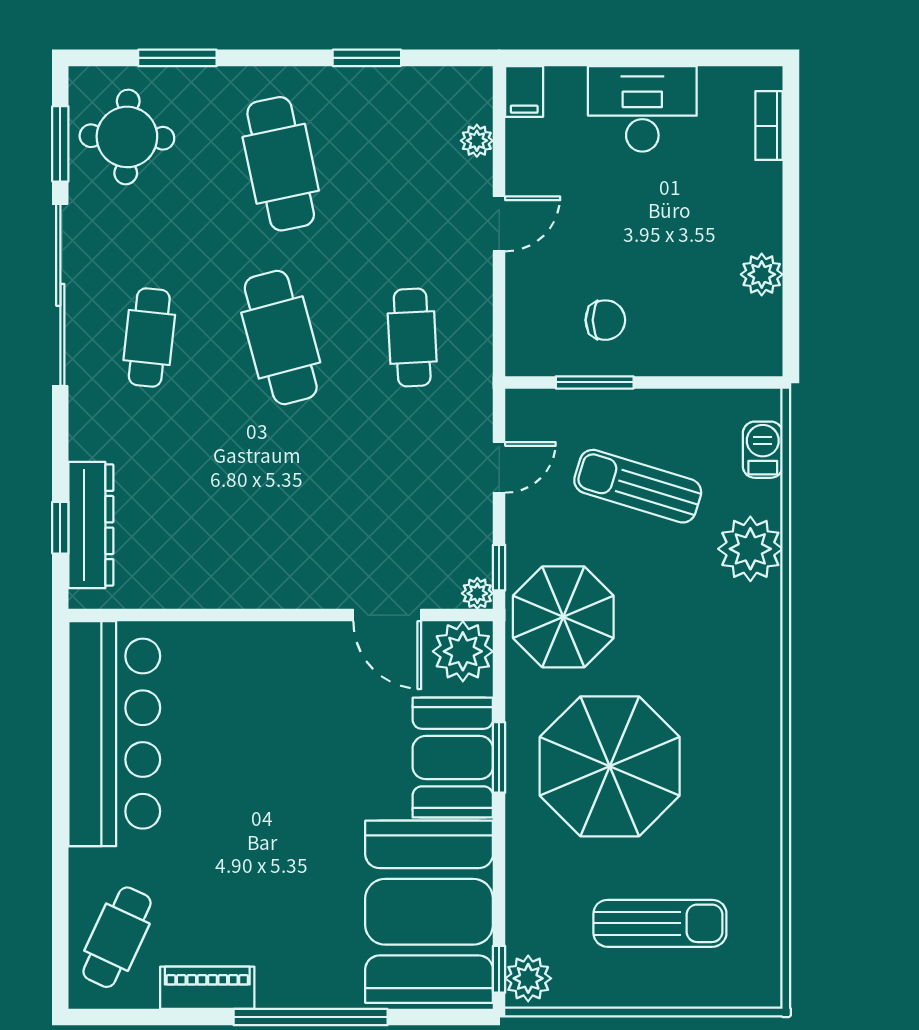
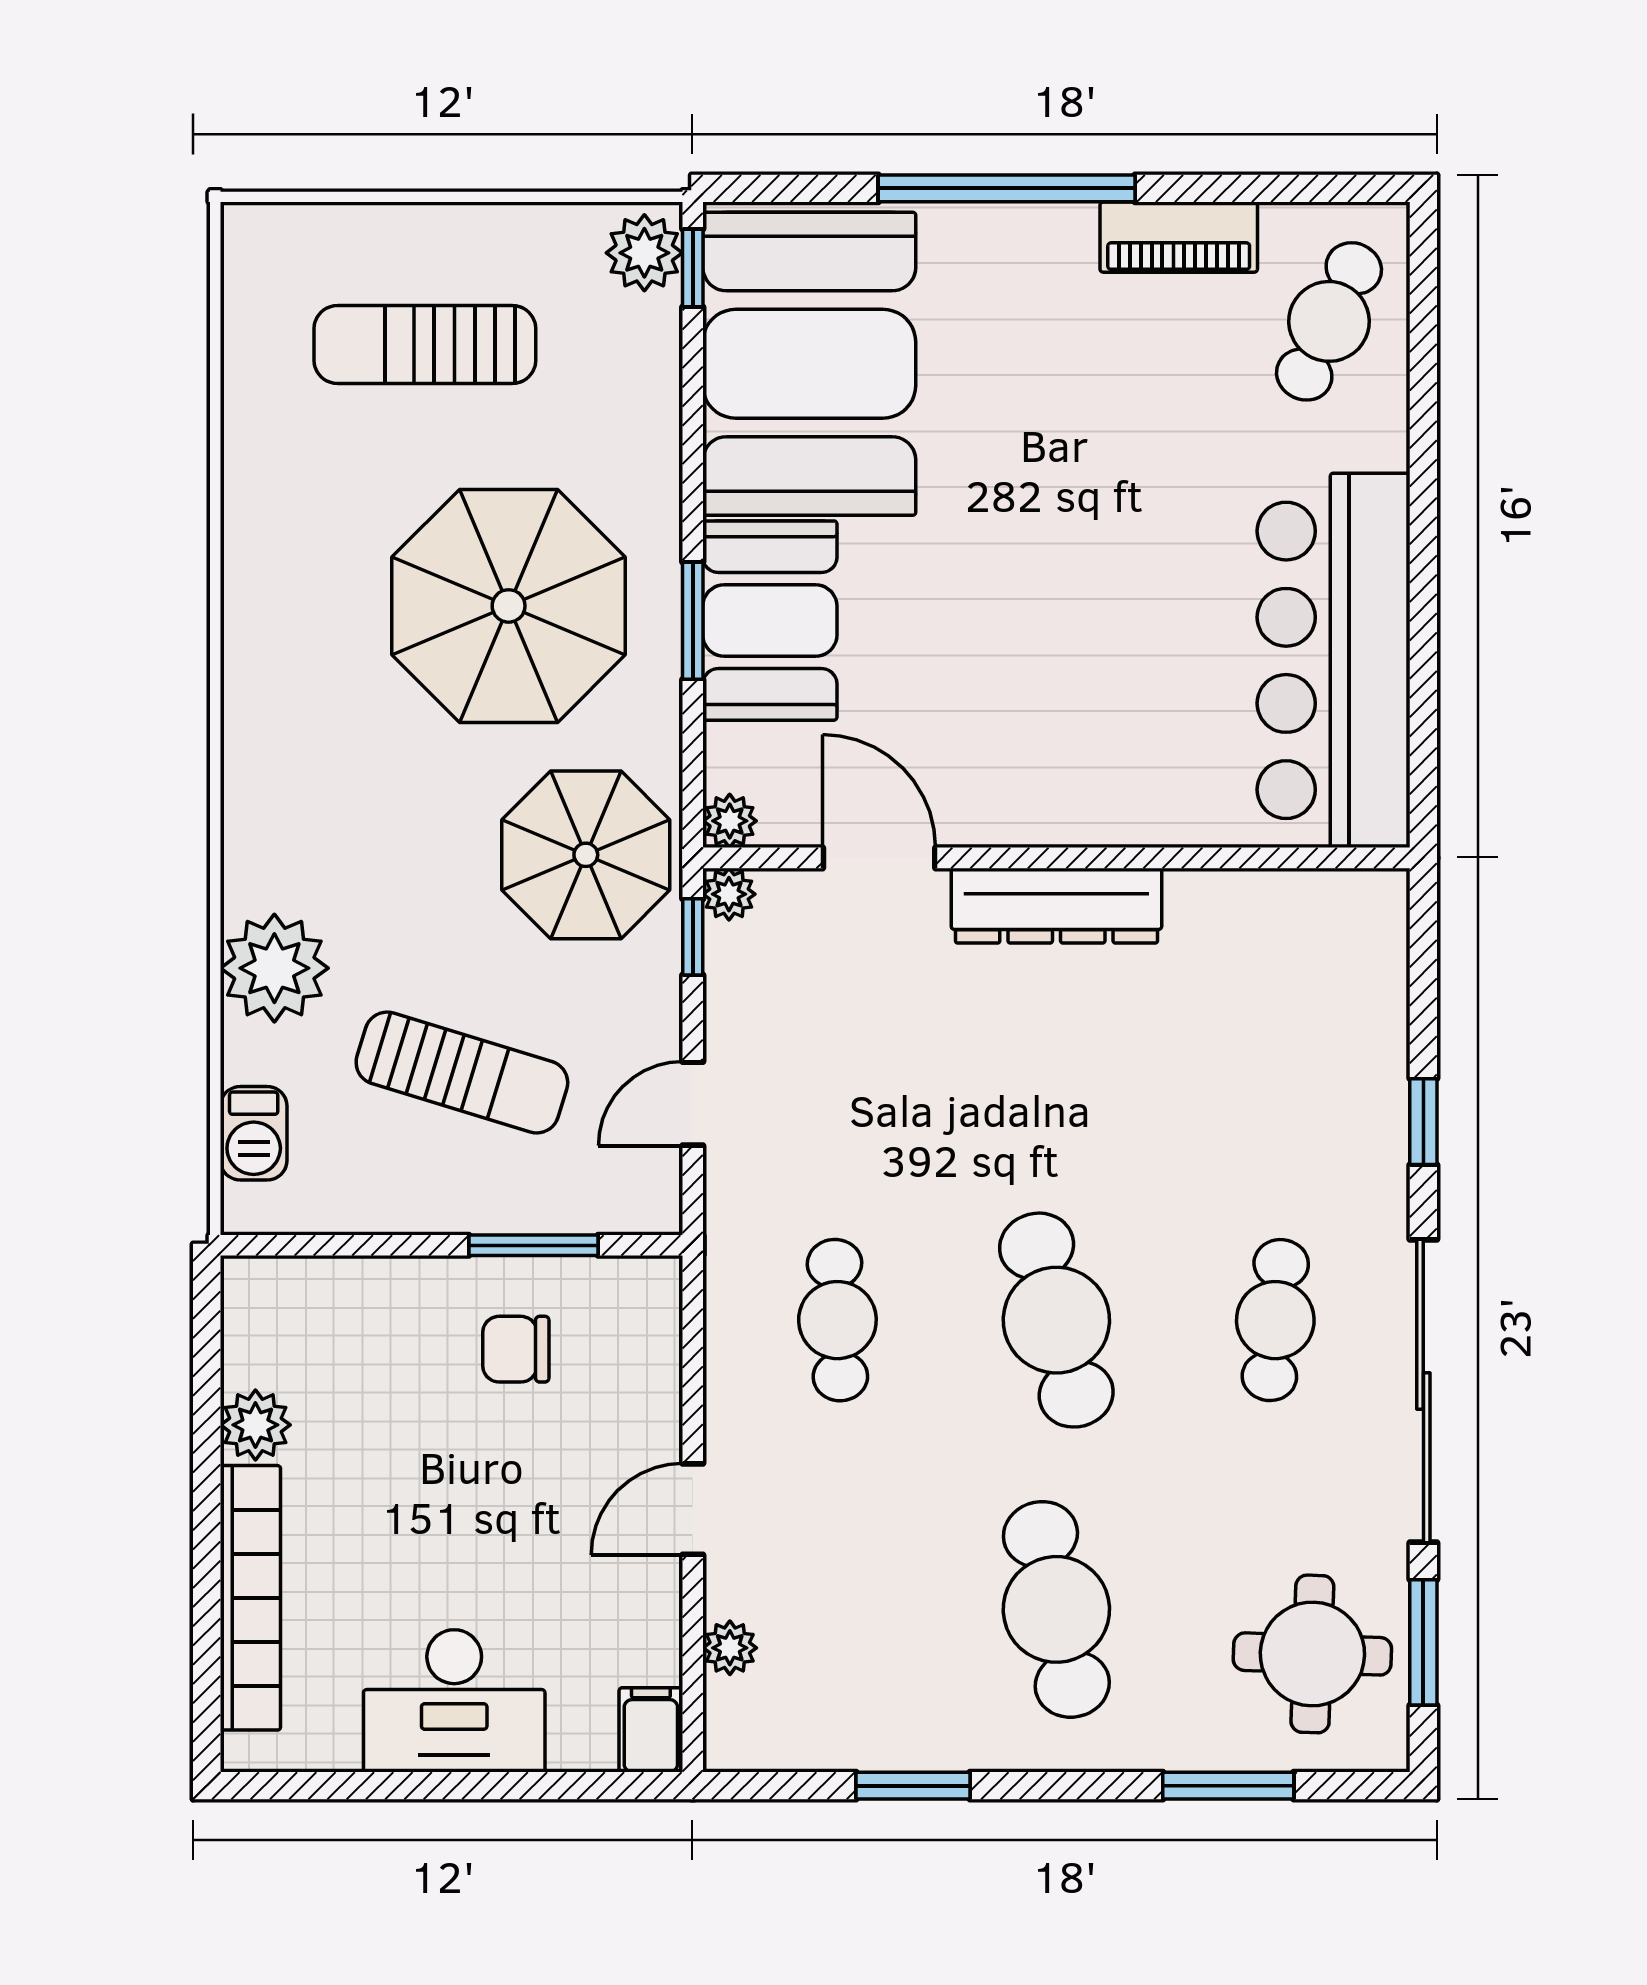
bookcase: (769, 126) -> (250, 1598), width x2.31, depth x1.31
dresser: (91, 525) -> (1056, 906), moved, turned -90
window: (60, 528) -> (1423, 1122), moved
plant: (463, 651) -> (730, 821), width x0.53, depth x0.53

